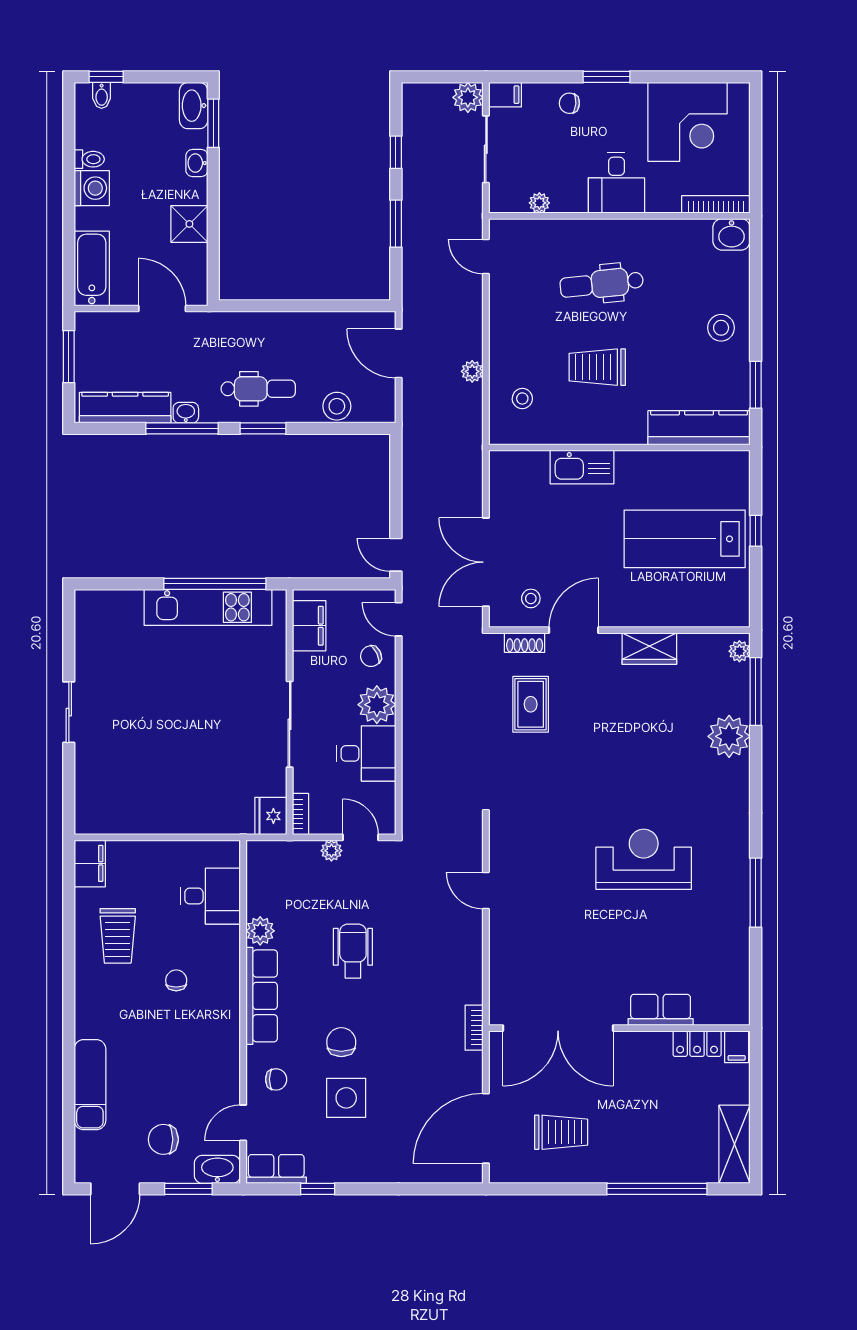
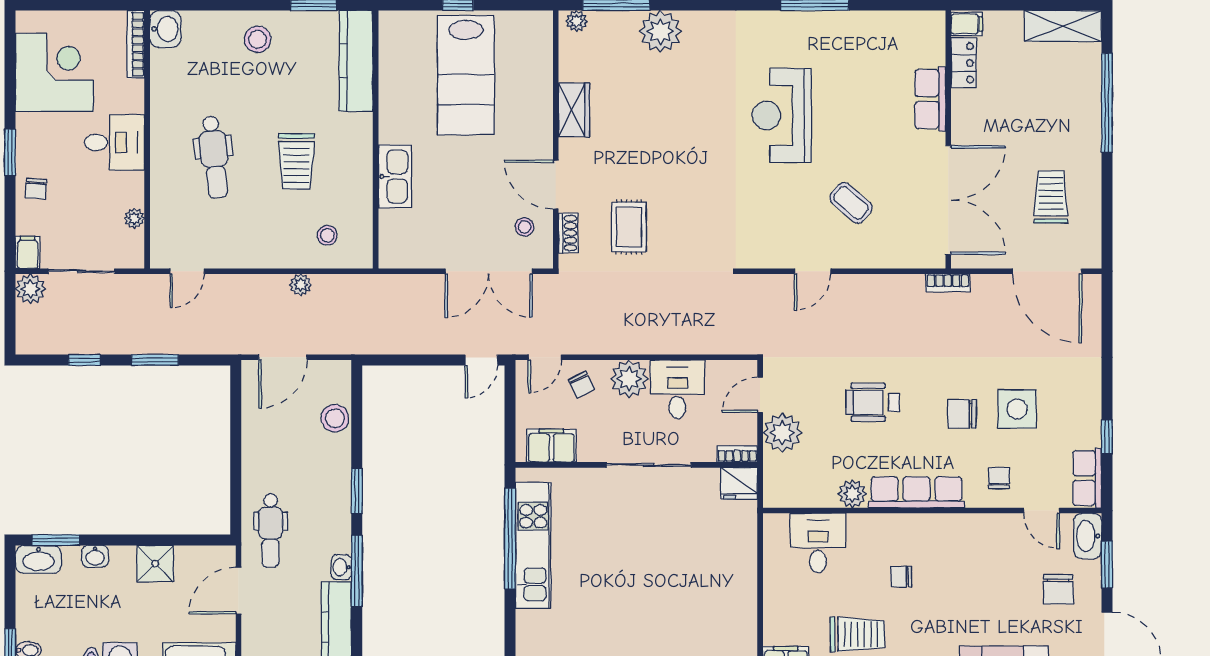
dental chair: (258, 389) -> (271, 530), moved, turned 180
rug: (531, 704) -> (629, 227), turned 90
plant: (331, 851) -> (782, 433), width x1.88, depth x1.88
coffee table: (555, 929) -> (851, 203), added

